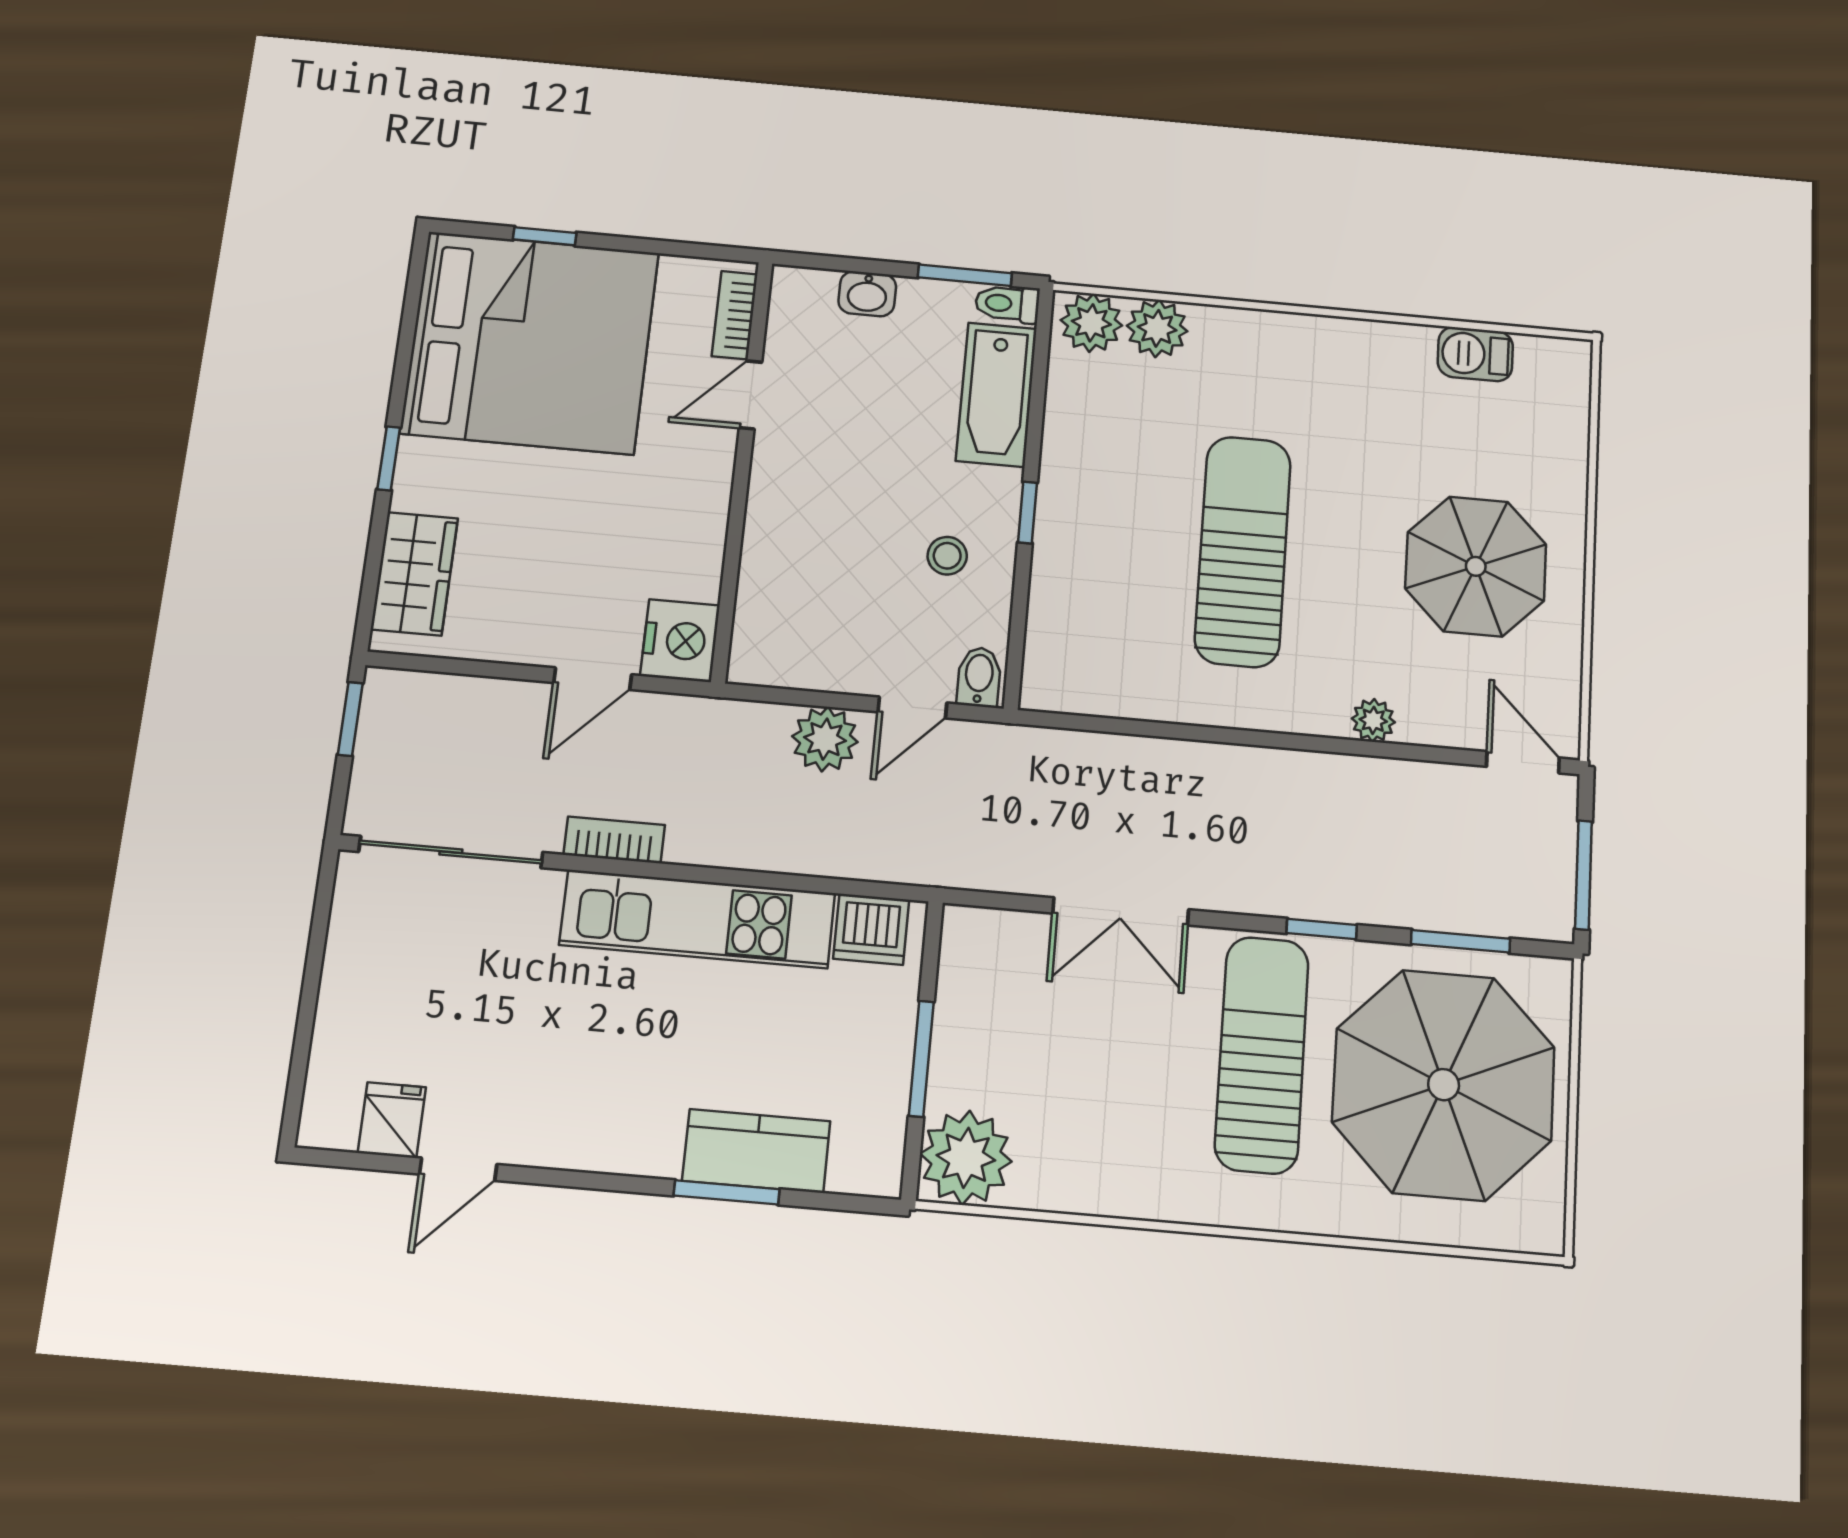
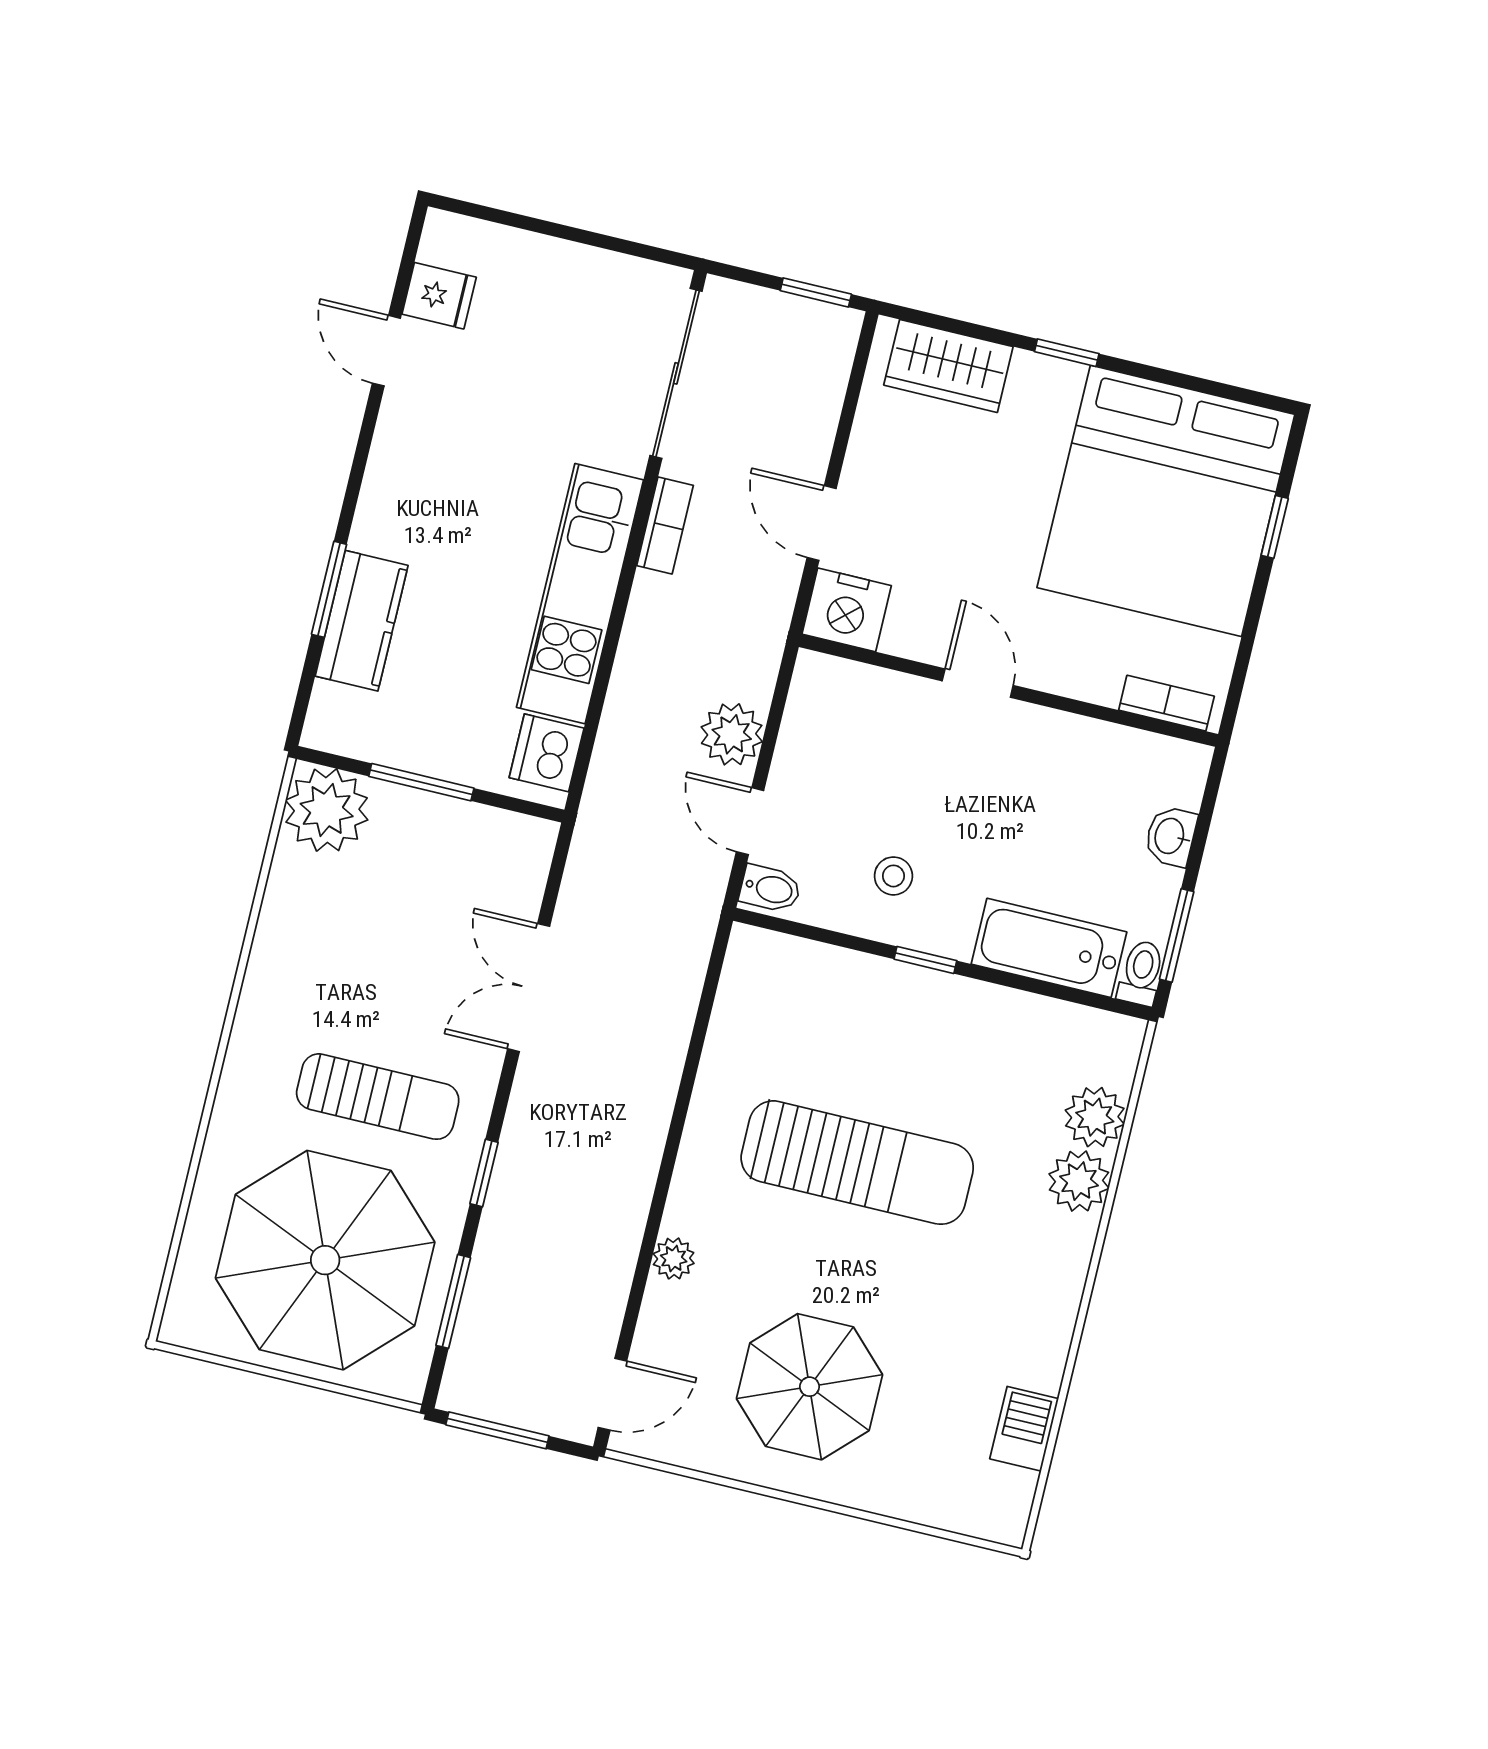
plant: (1091, 323) -> (1079, 1181), moved
door: (751, 395) -> (978, 683), moved
sun lounger: (1262, 1055) -> (378, 1097), width x0.73, depth x0.75

